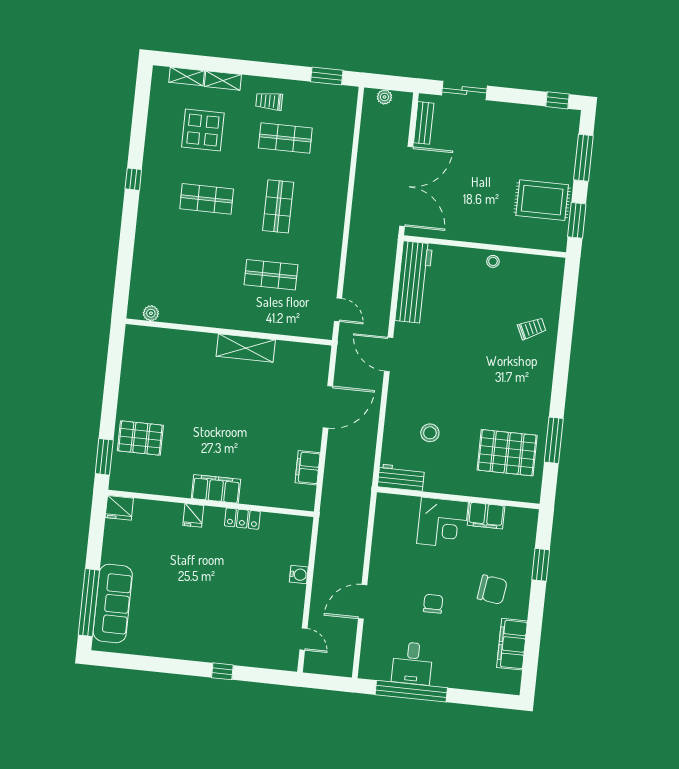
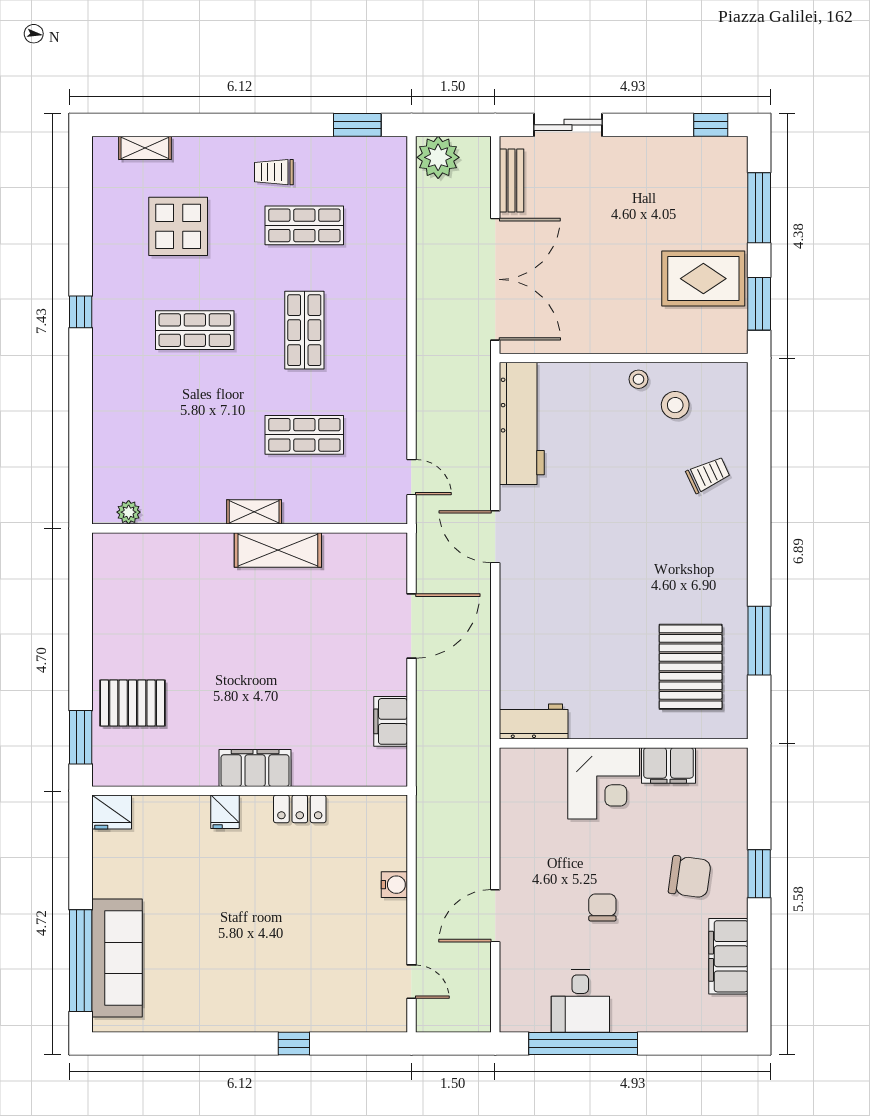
shelving: (223, 81) -> (254, 512), moved
plant: (384, 97) -> (438, 157), width x1.88, depth x1.88
stool: (430, 433) -> (675, 405), moved
pallet: (507, 453) -> (691, 667), turned 90
window: (541, 565) -> (759, 874), moved

